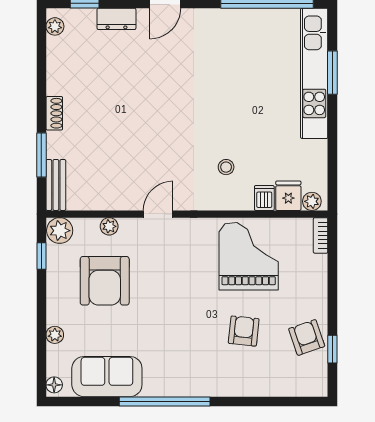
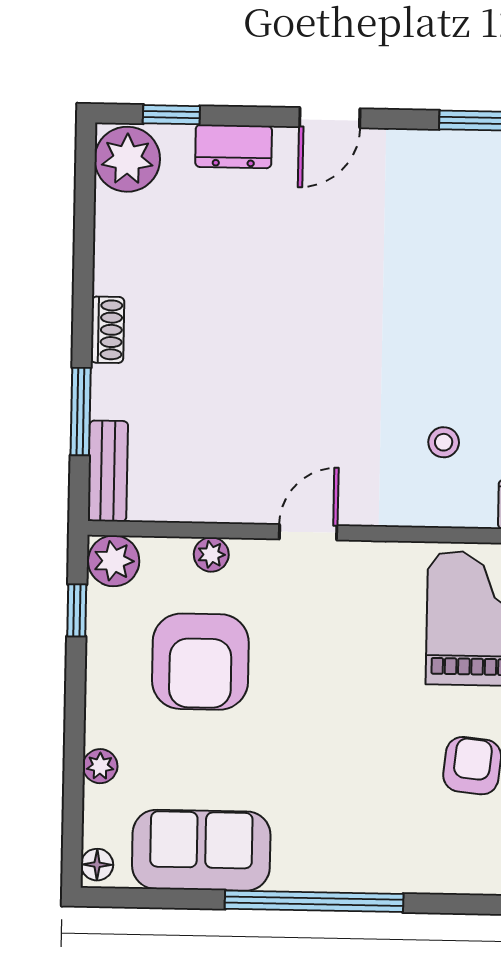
plant: (55, 26) -> (127, 159), width x1.88, depth x1.88

